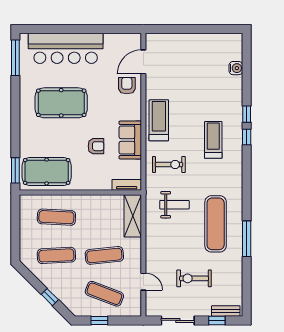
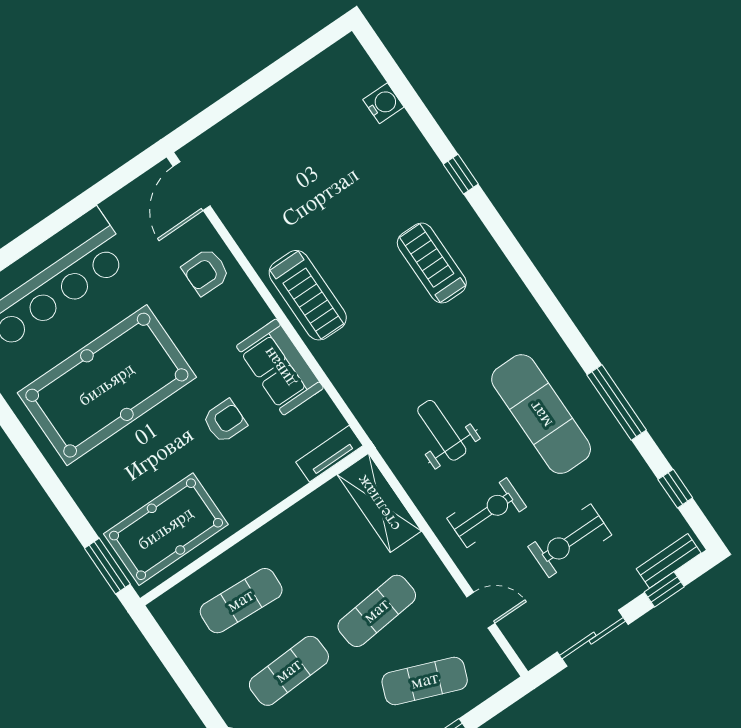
door: (143, 62) -> (192, 186), moved
armchair: (127, 86) -> (206, 272), turned -90
pool table: (61, 103) -> (107, 385), width x1.36, depth x1.32
treadmill: (159, 120) -> (308, 295), turned 180
window: (247, 137) -> (675, 489), moved
exercise bike: (169, 164) -> (487, 513), moved
weight bench: (174, 205) -> (442, 430), turned -90

